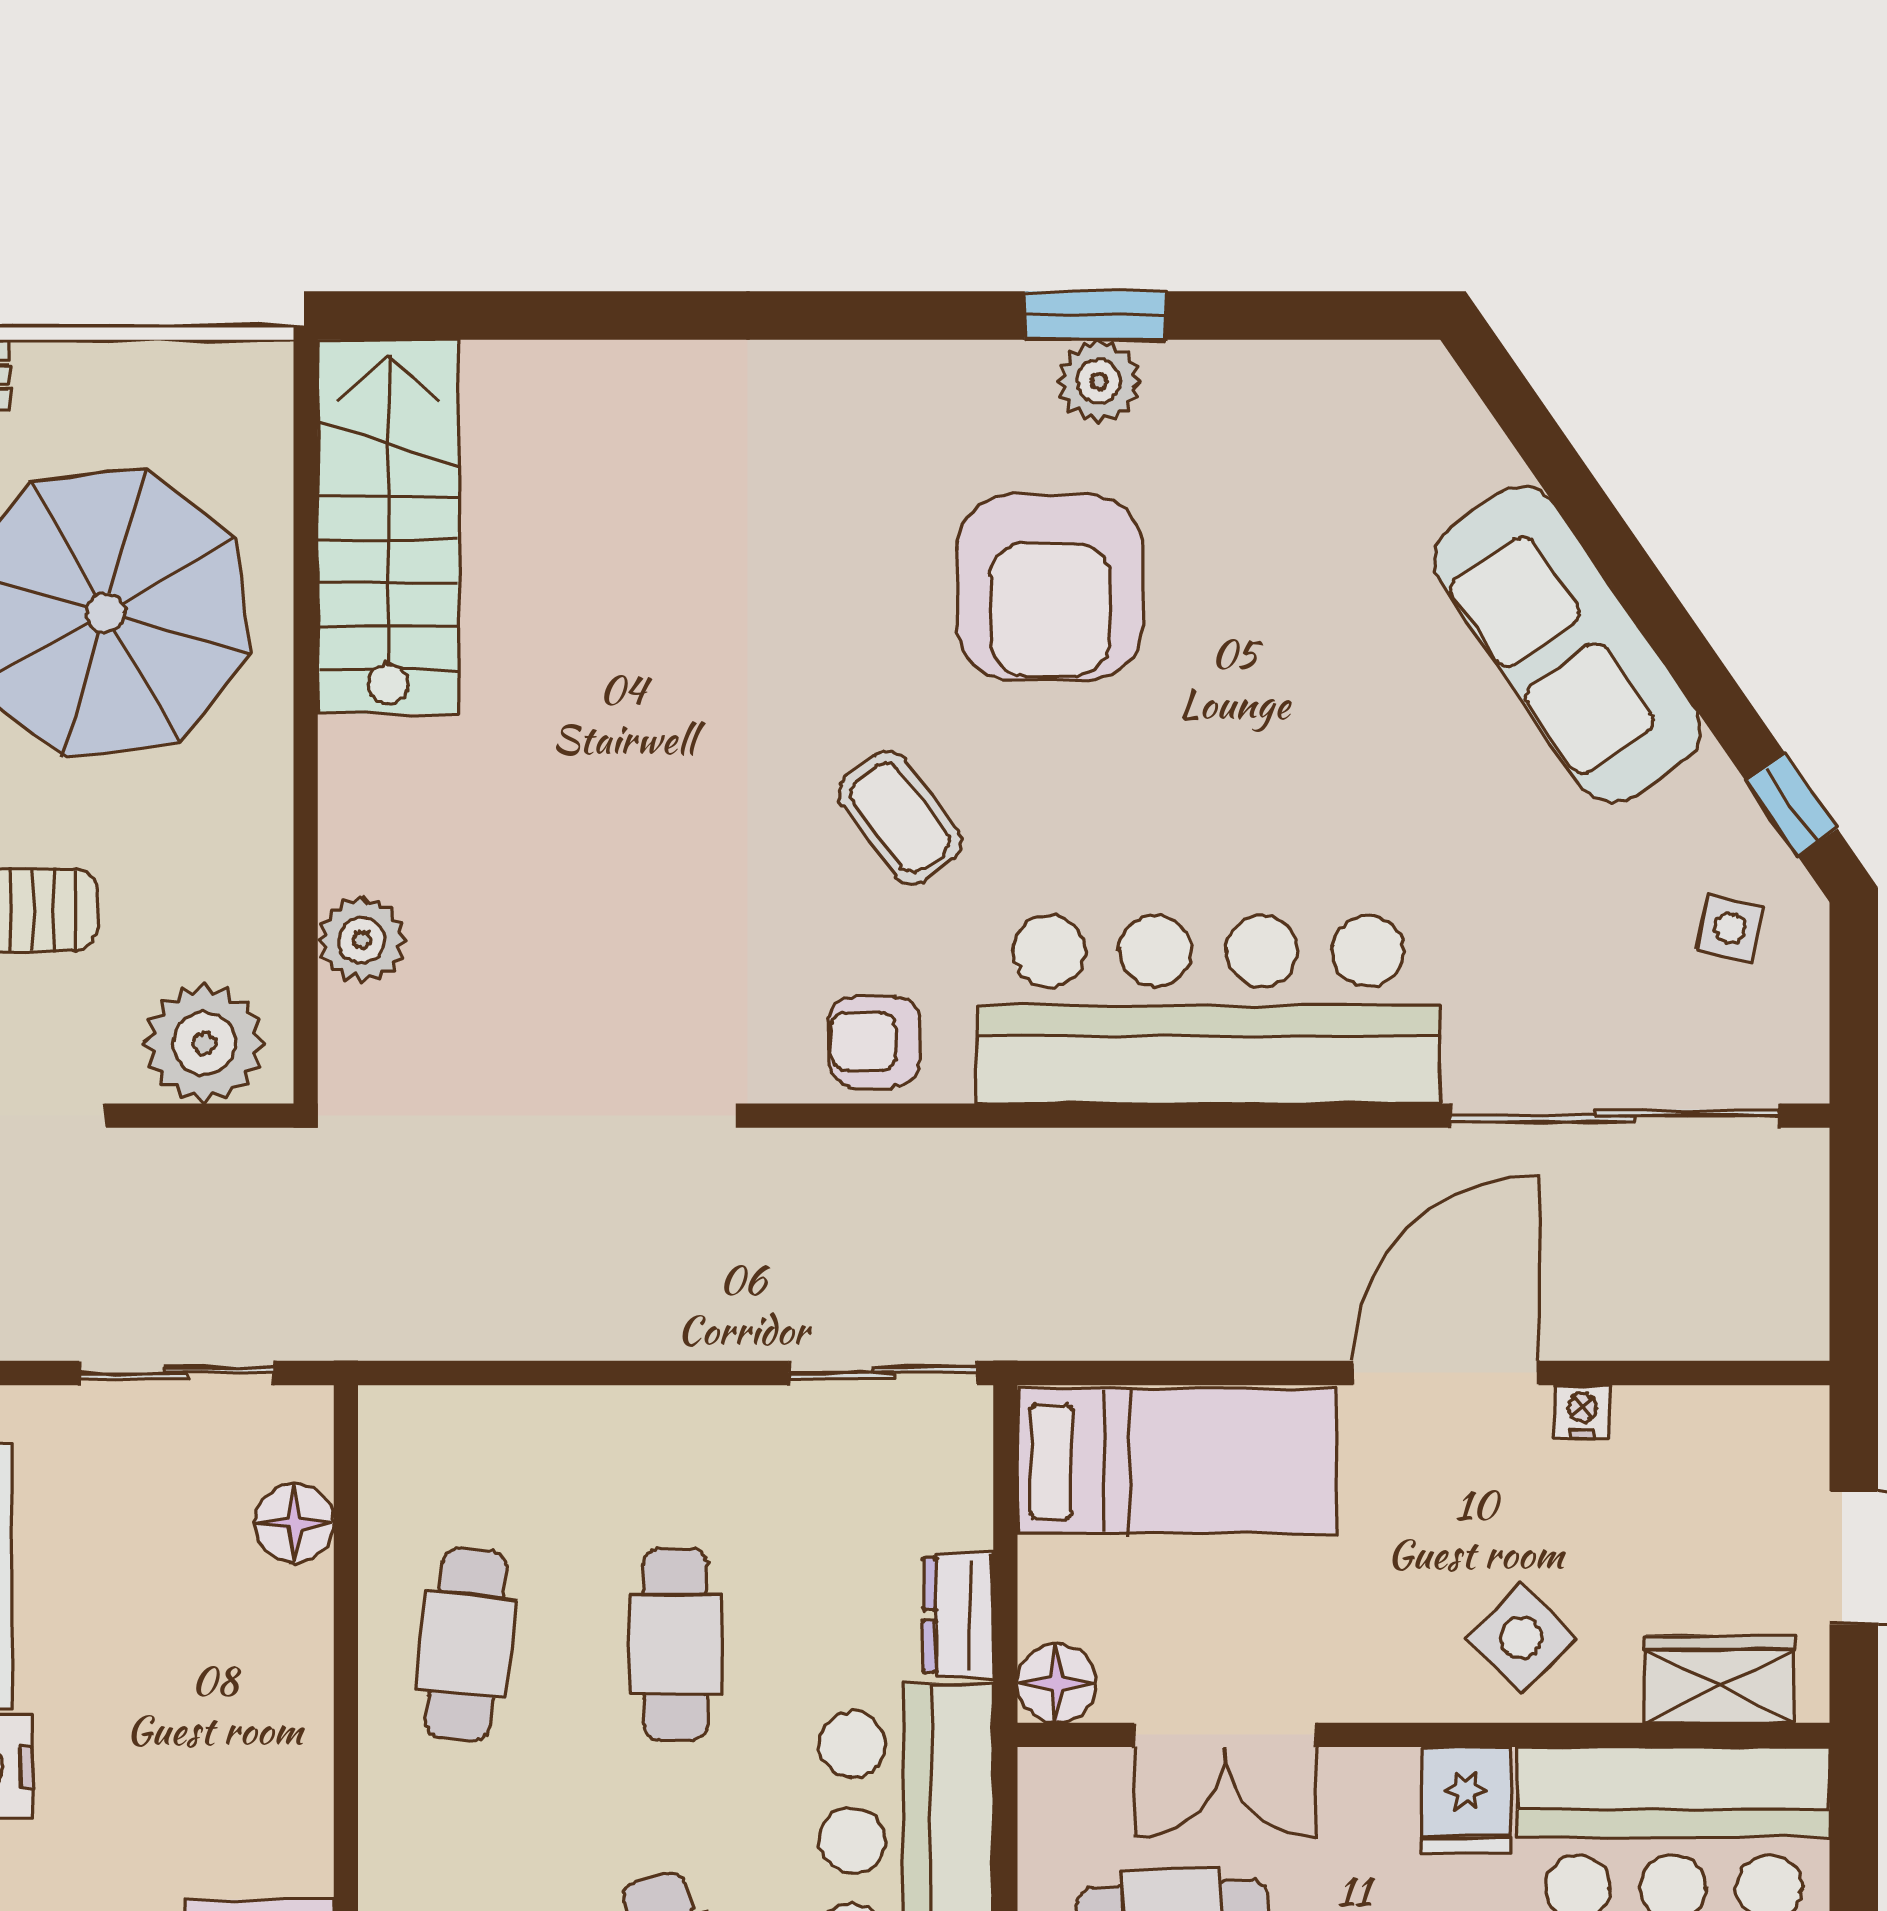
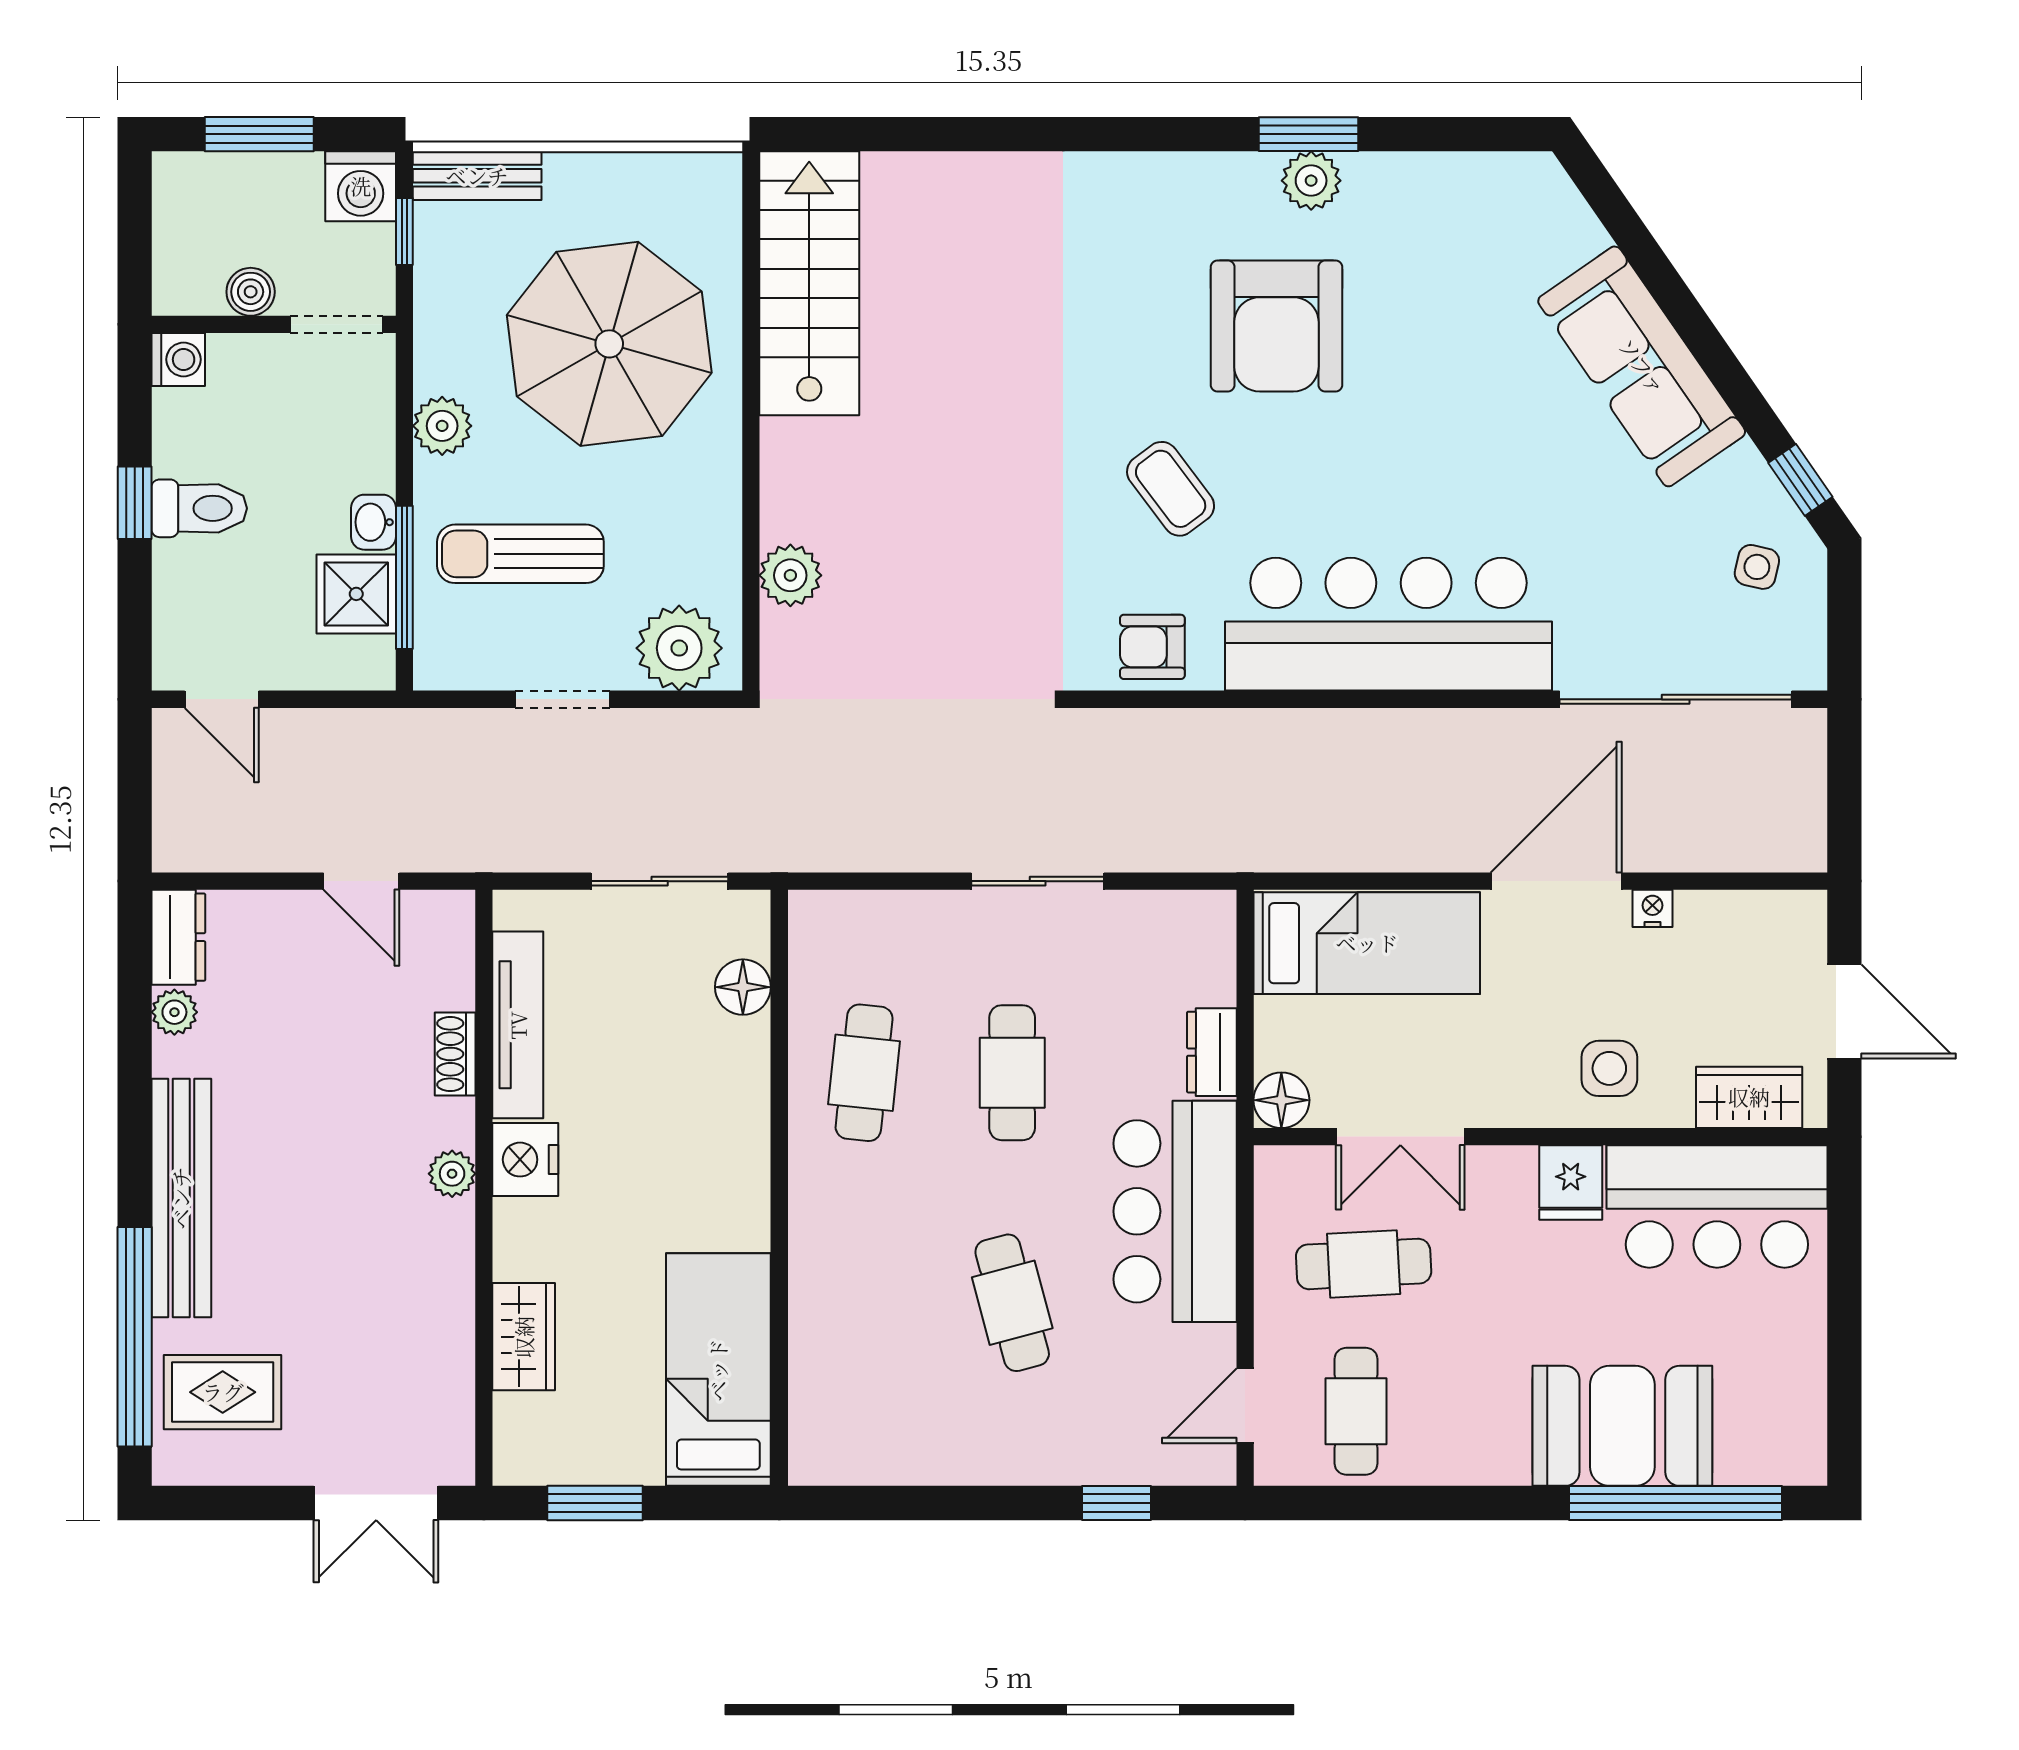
sliding door: (883, 1373) -> (1038, 881), moved
side table: (1521, 1638) -> (1609, 1068), turned 45

